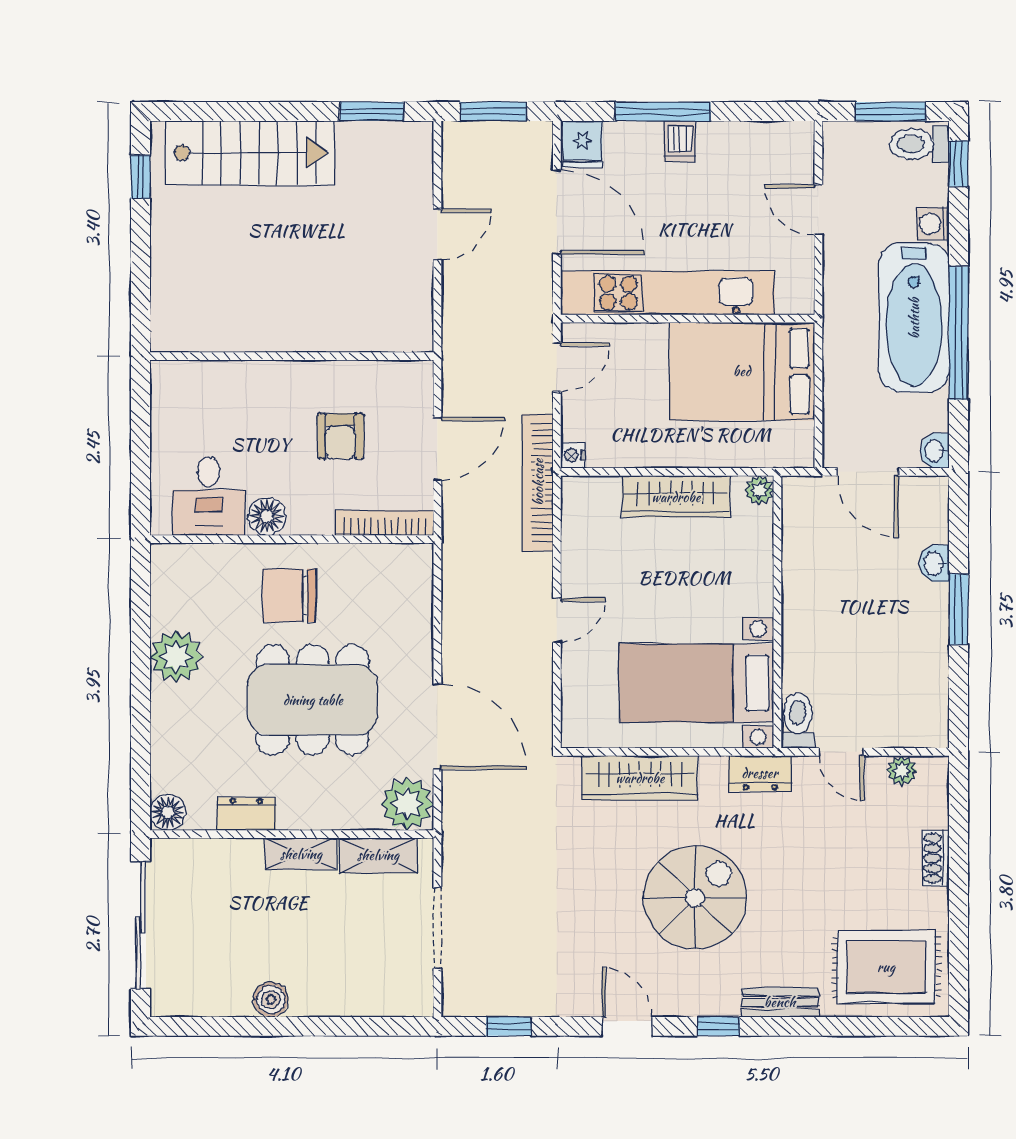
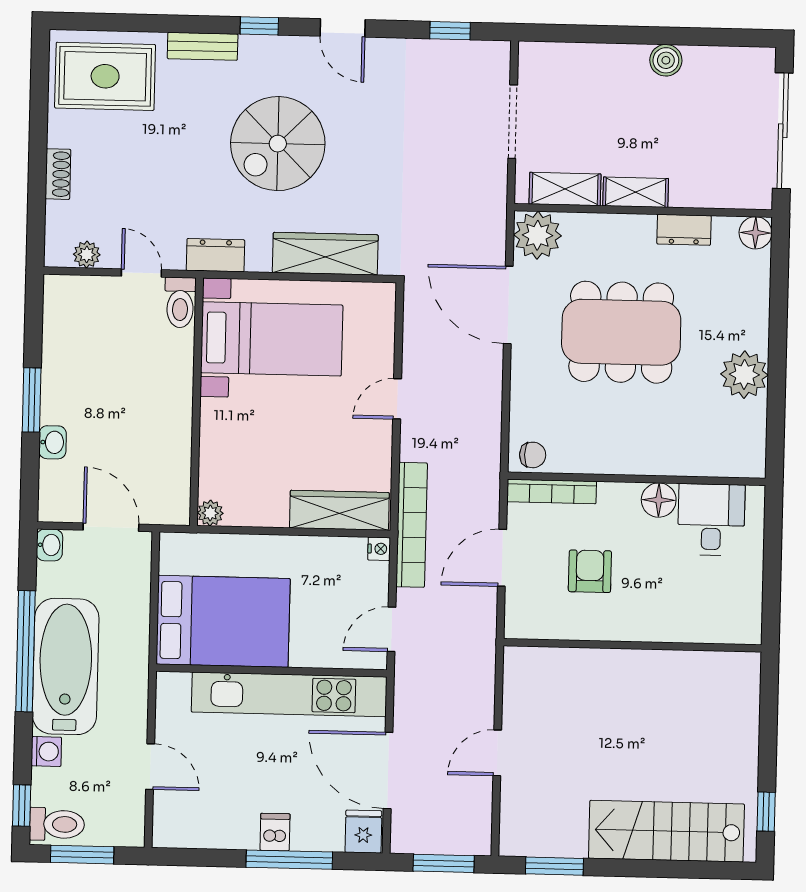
wardrobe: (676, 497) -> (339, 510), moved
chair: (289, 595) -> (533, 455), moved, width x0.54, depth x0.54

